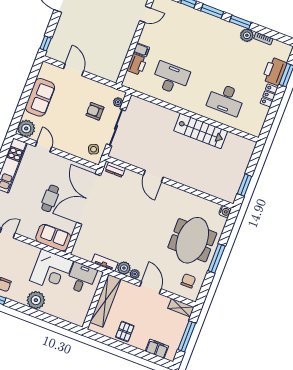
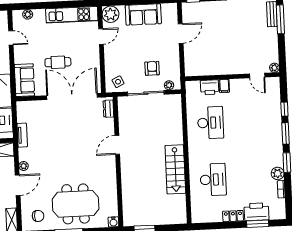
desk: (226, 99) -> (213, 180), turned 180
plant: (124, 268) -> (25, 154), removed

